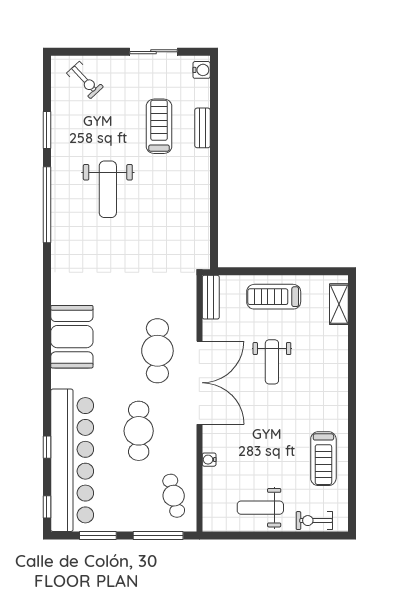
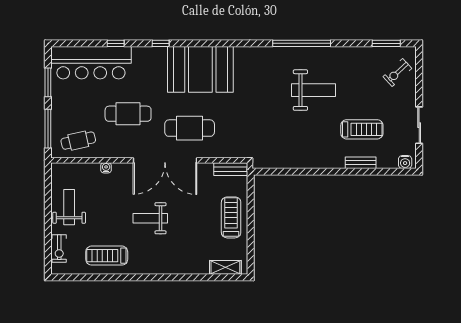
window: (47, 130) -> (386, 43), moved
weight bench: (108, 189) -> (314, 90), turned 180
booth: (72, 337) -> (200, 69), width x1.36, depth x1.42
weight bench: (272, 362) -> (150, 218), moved
bar counter: (72, 460) -> (91, 63), width x0.73
window: (47, 507) -> (161, 43), moved
exercise bike: (314, 521) -> (59, 249), turned 180

